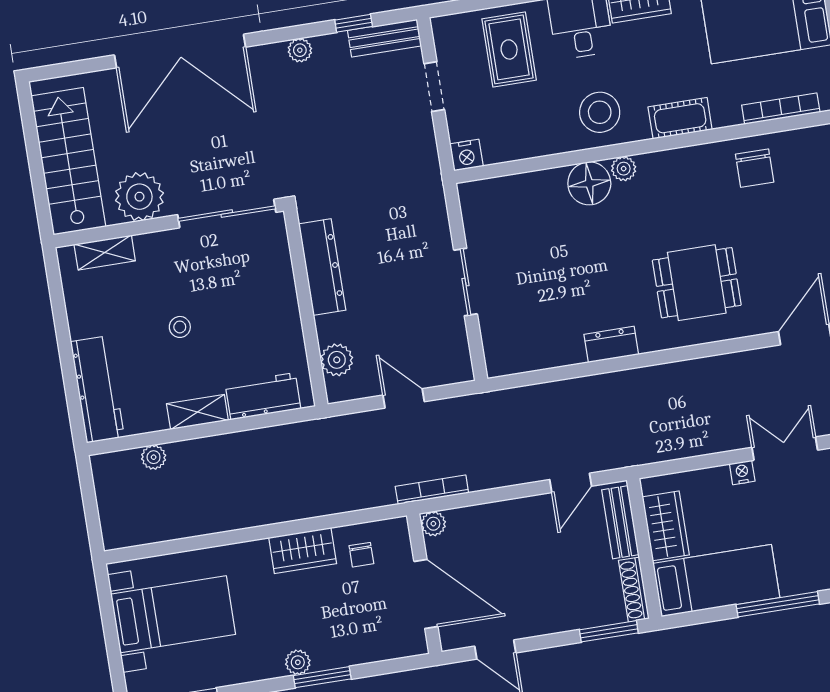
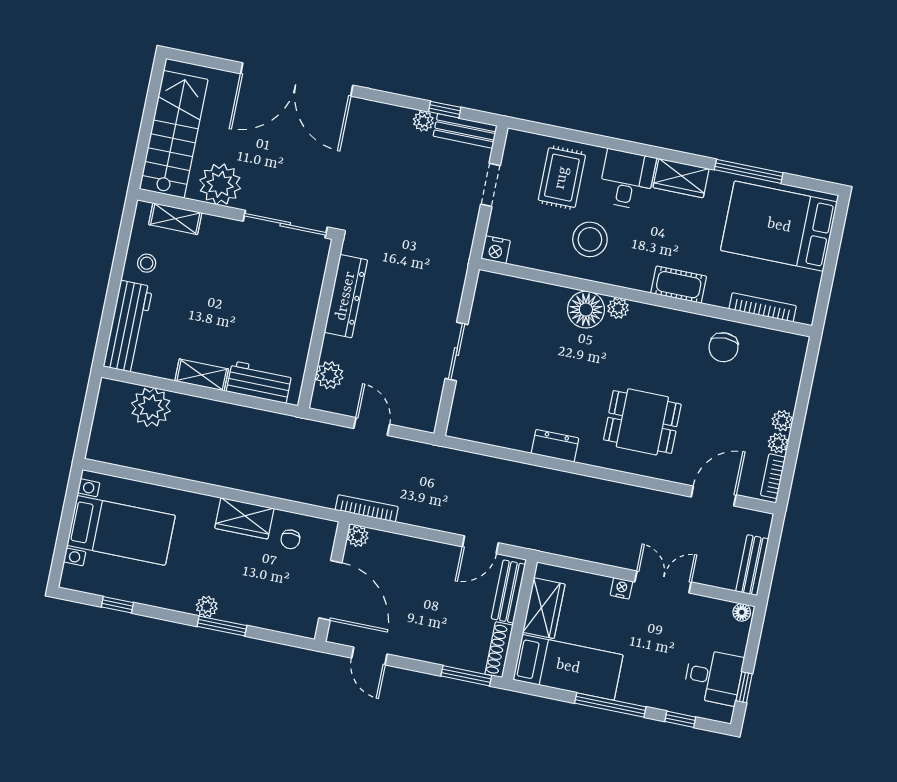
plant: (300, 50) -> (423, 121), moved
stool: (600, 112) -> (590, 239), moved
stool: (180, 327) -> (147, 263), moved
plant: (154, 457) -> (151, 407), width x1.88, depth x1.88

